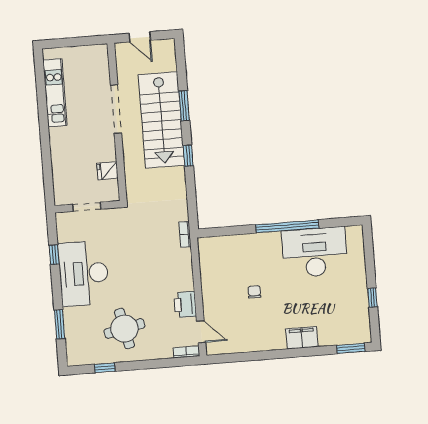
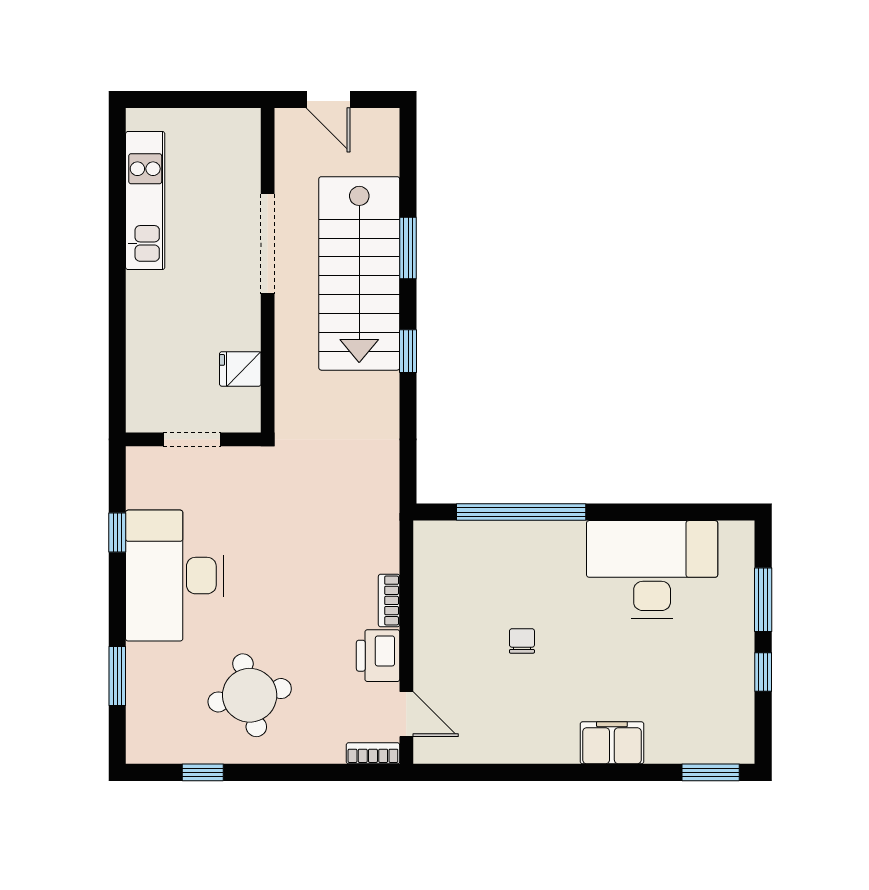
window: (287, 226) -> (521, 512), moved
bookcase: (185, 234) -> (389, 600), moved
window: (370, 263) -> (763, 600), added

